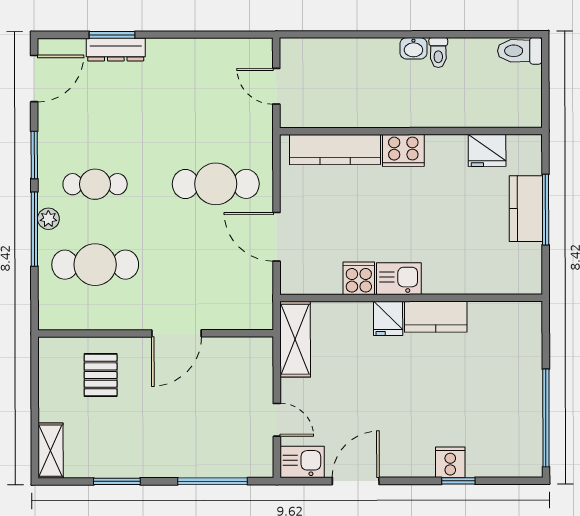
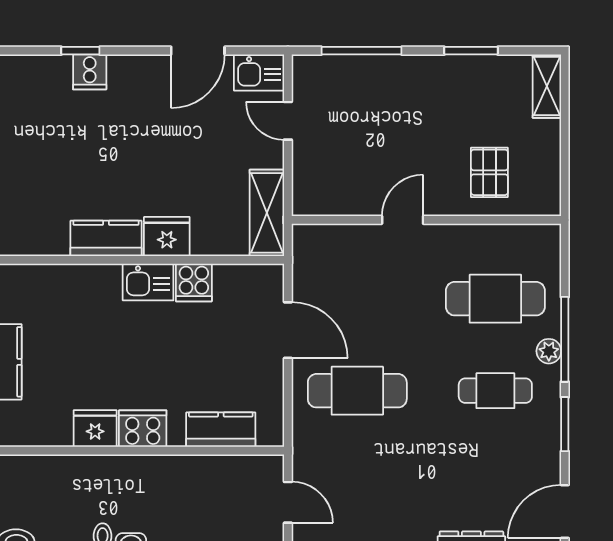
kitchen counter: (335, 150) -> (221, 430), width x0.67
fridge: (487, 150) -> (95, 429), moved
fridge: (388, 318) -> (167, 237), width x1.38
door: (176, 333) -> (403, 220), width x0.73

